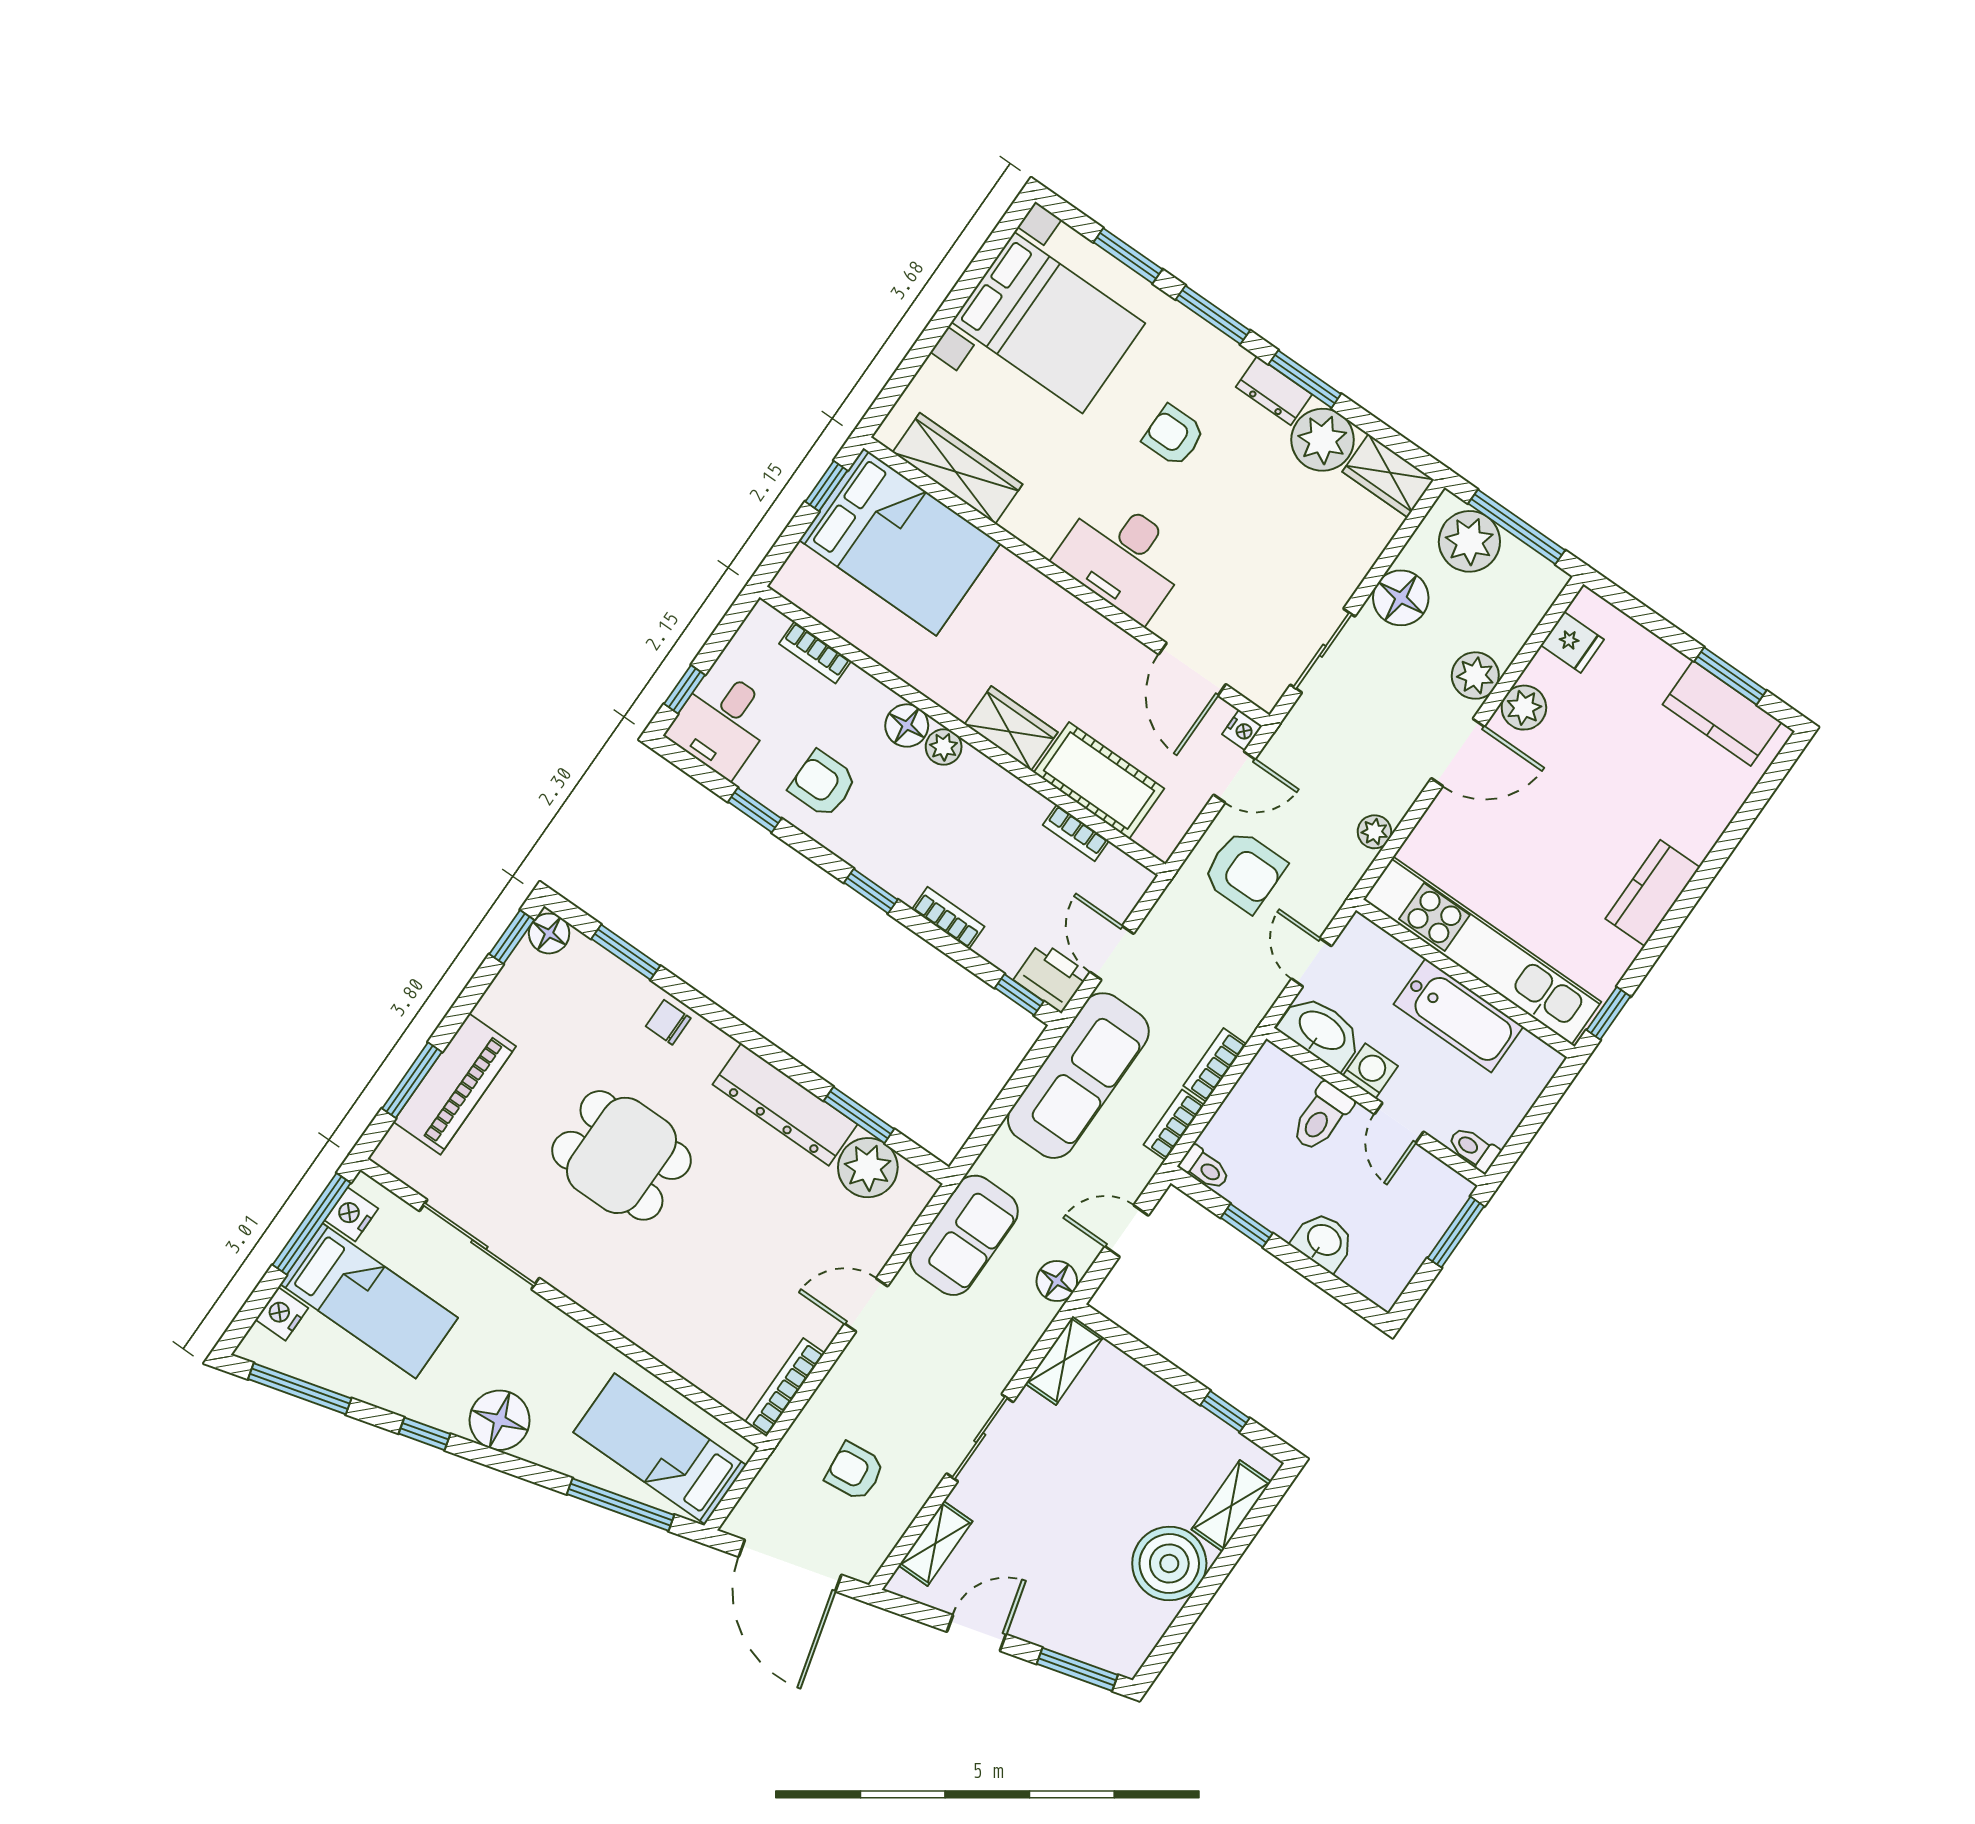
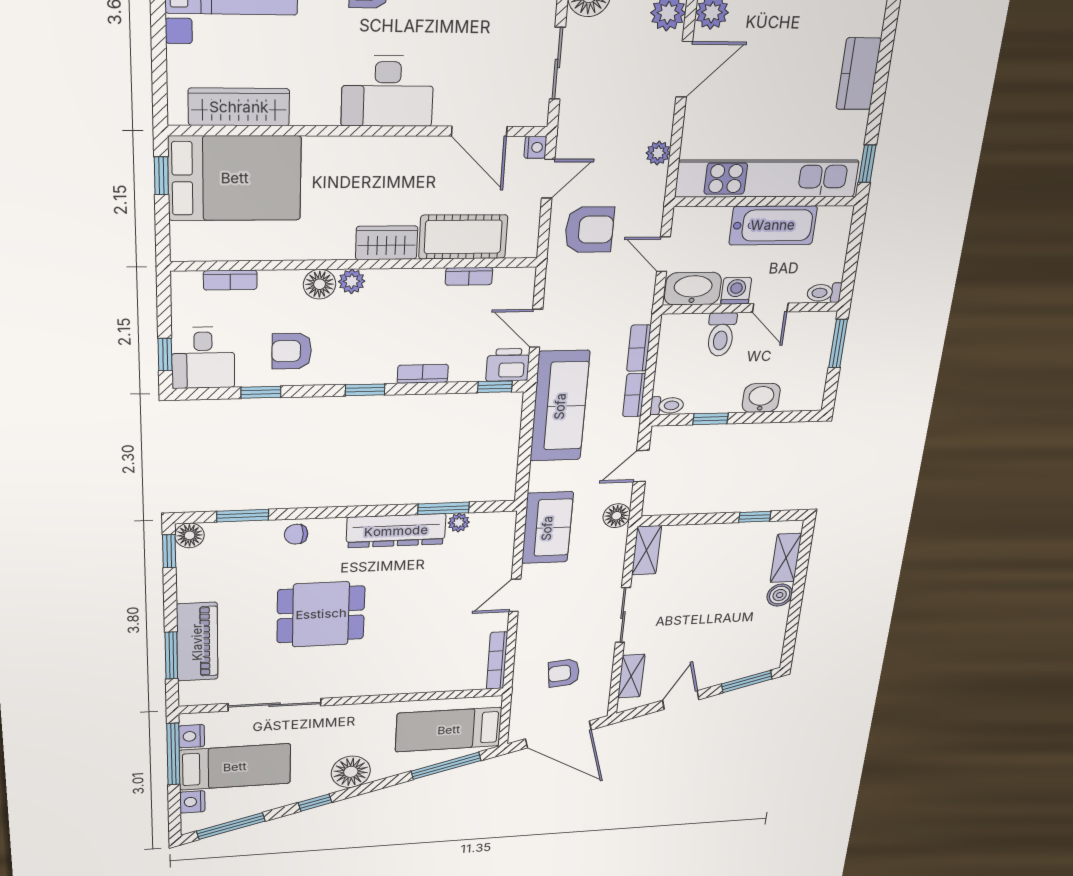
plant: (868, 1168) -> (459, 523), width x0.53, depth x0.53
boiler: (1169, 1564) -> (780, 595), width x0.54, depth x0.54

